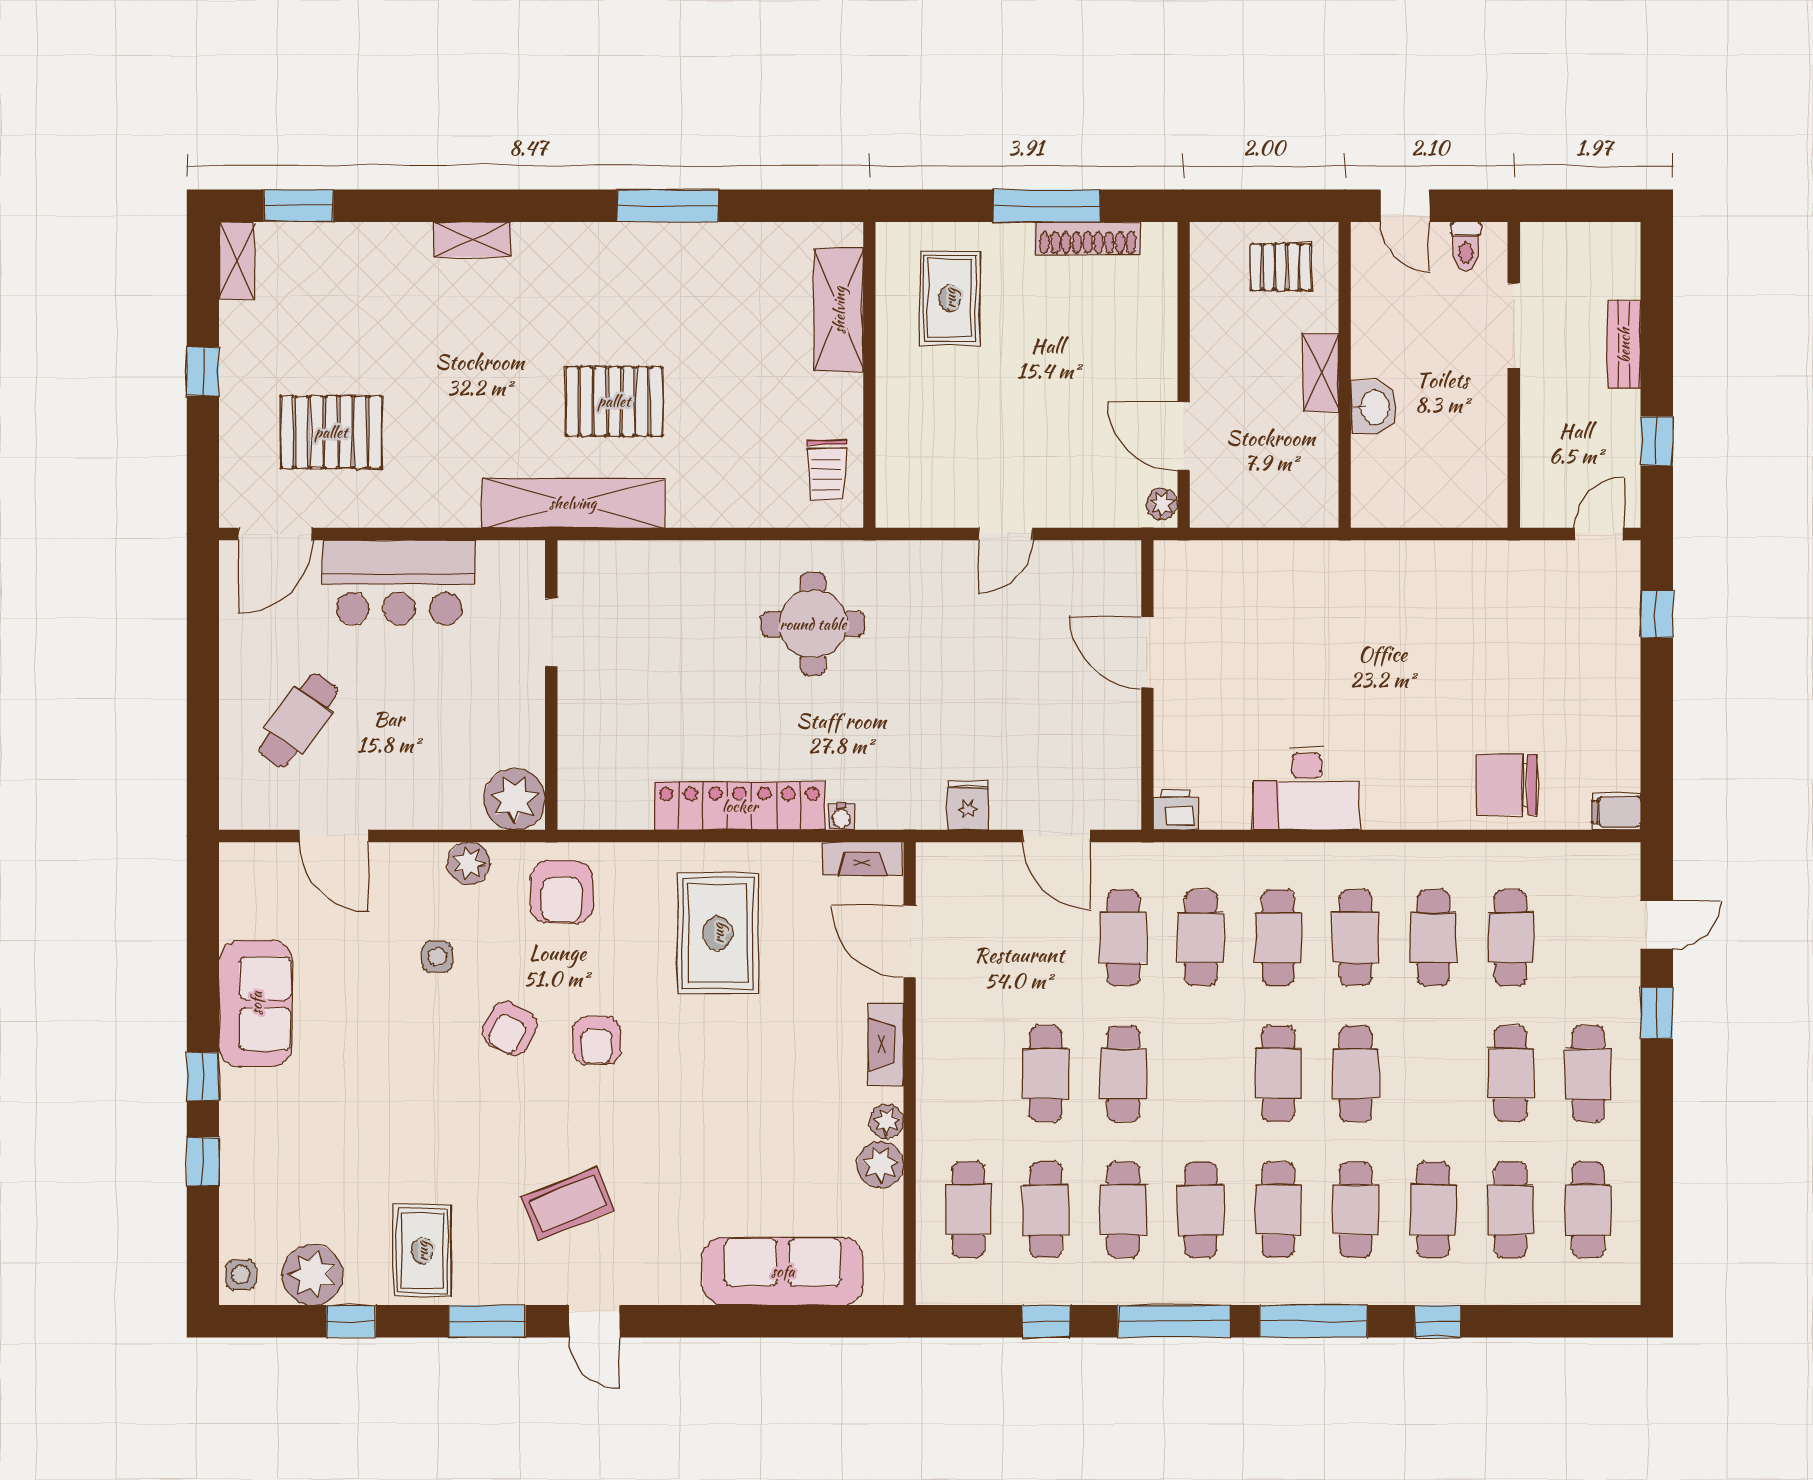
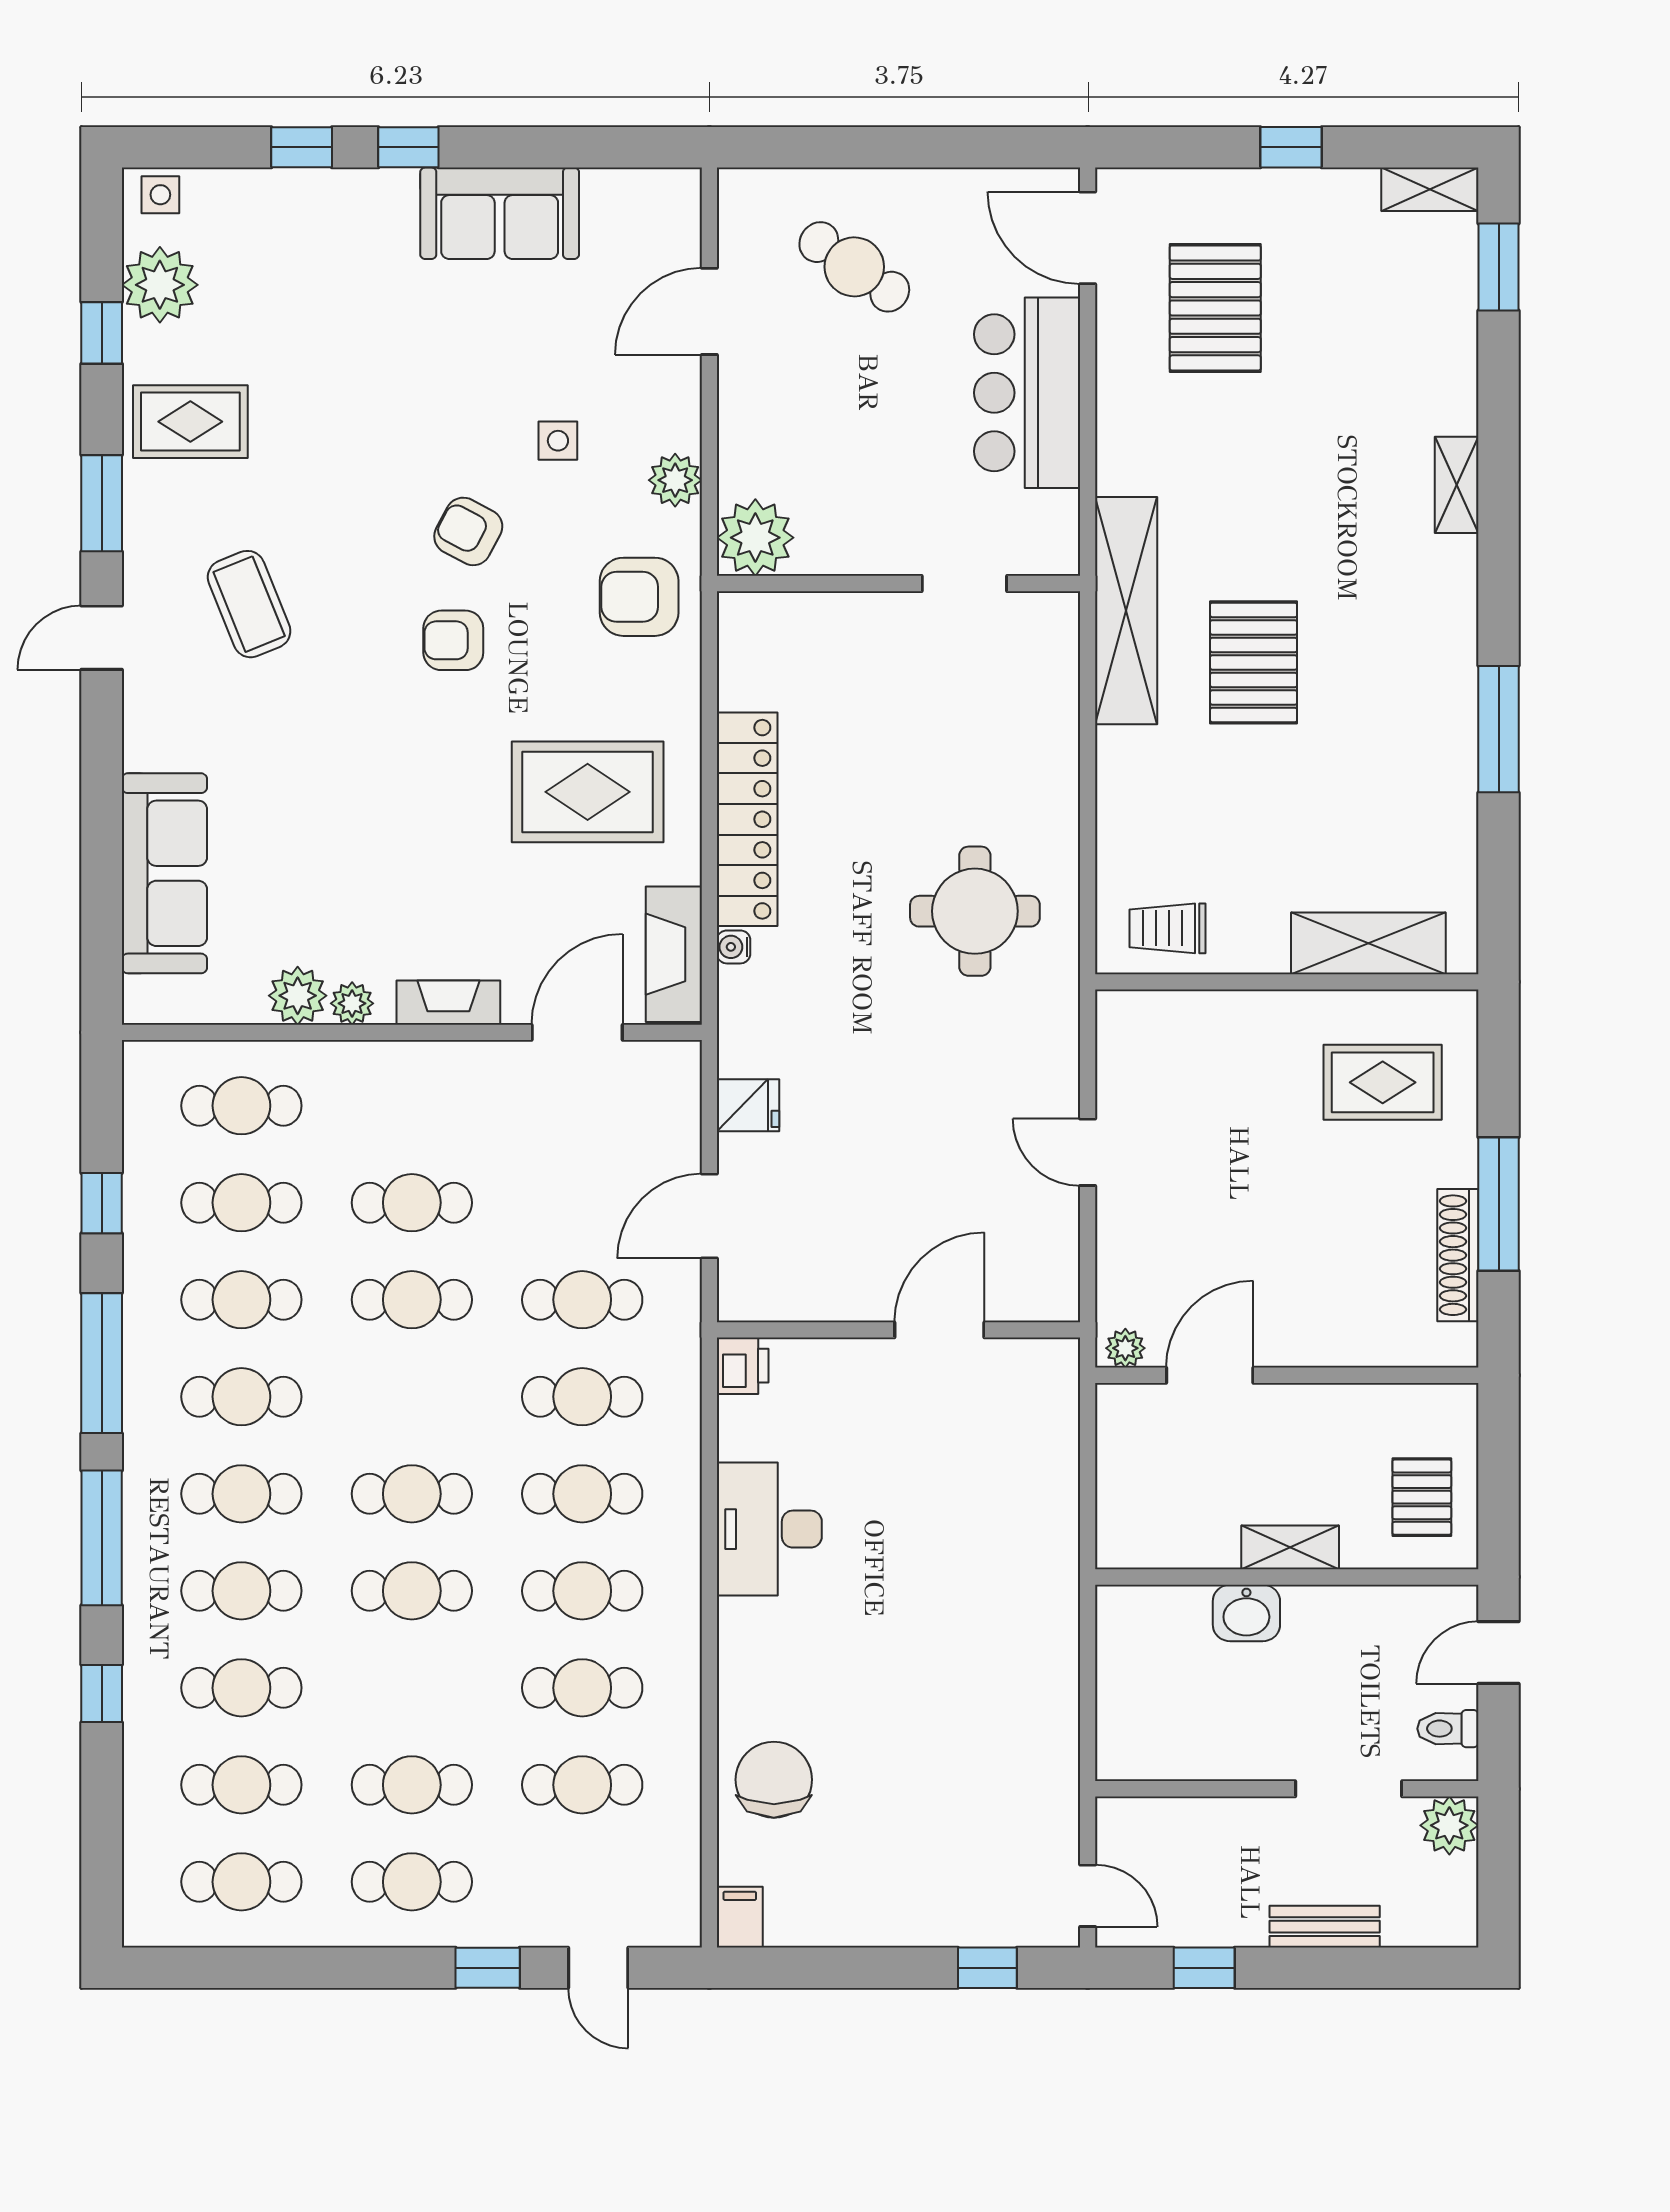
plant: (1543, 245) -> (1449, 1825), added
fireplace: (862, 859) -> (674, 954), width x1.37, depth x1.32

